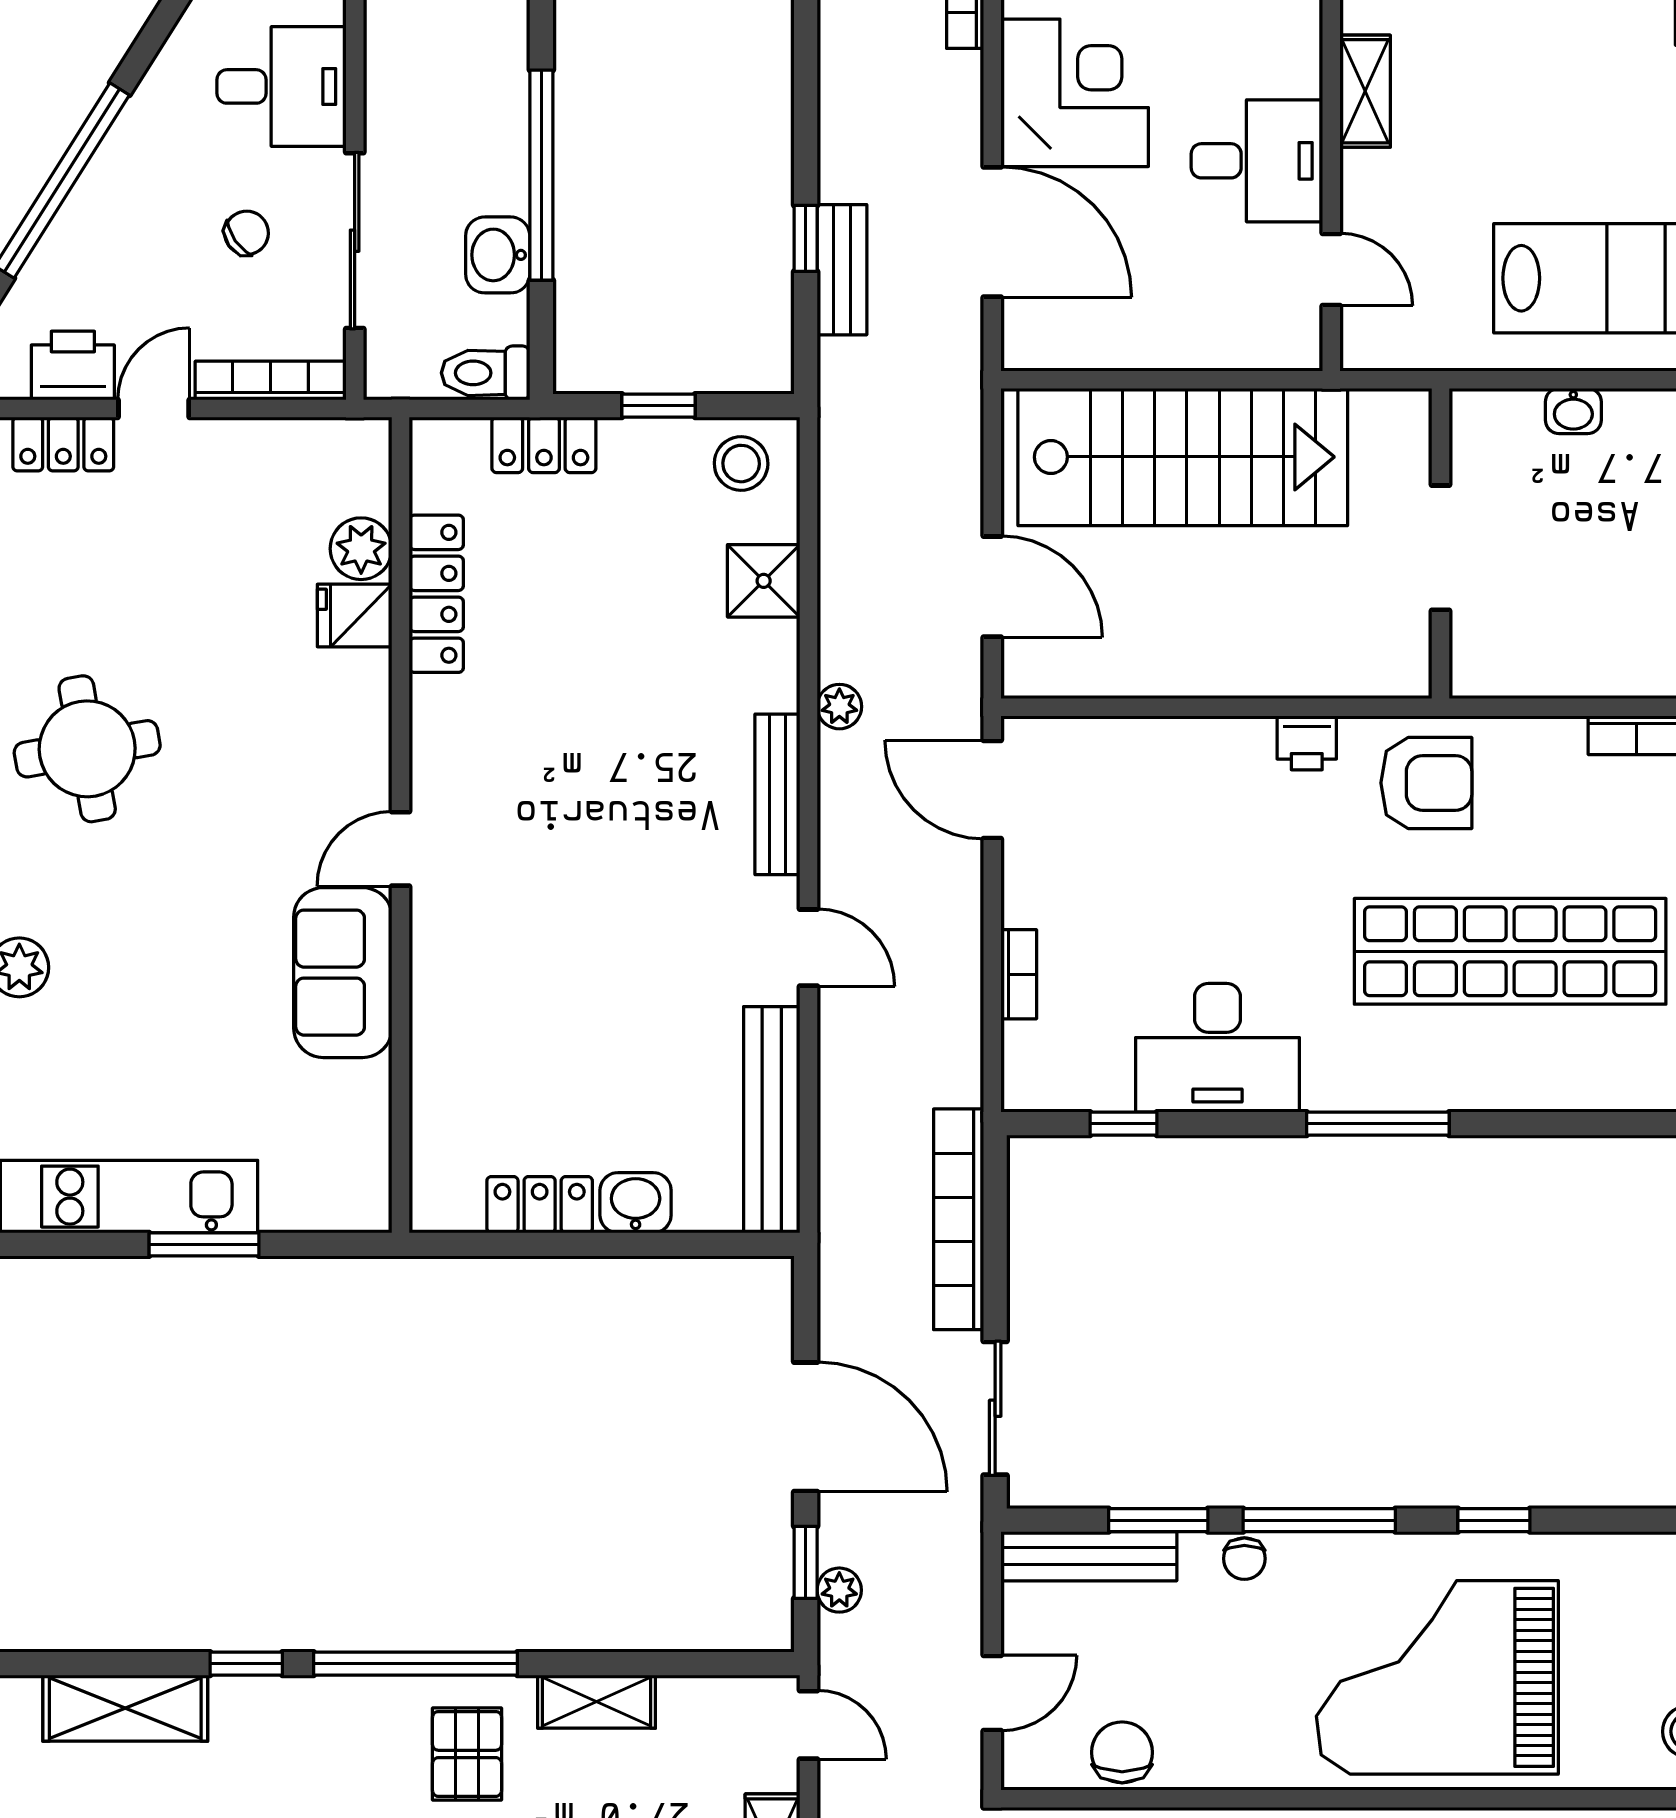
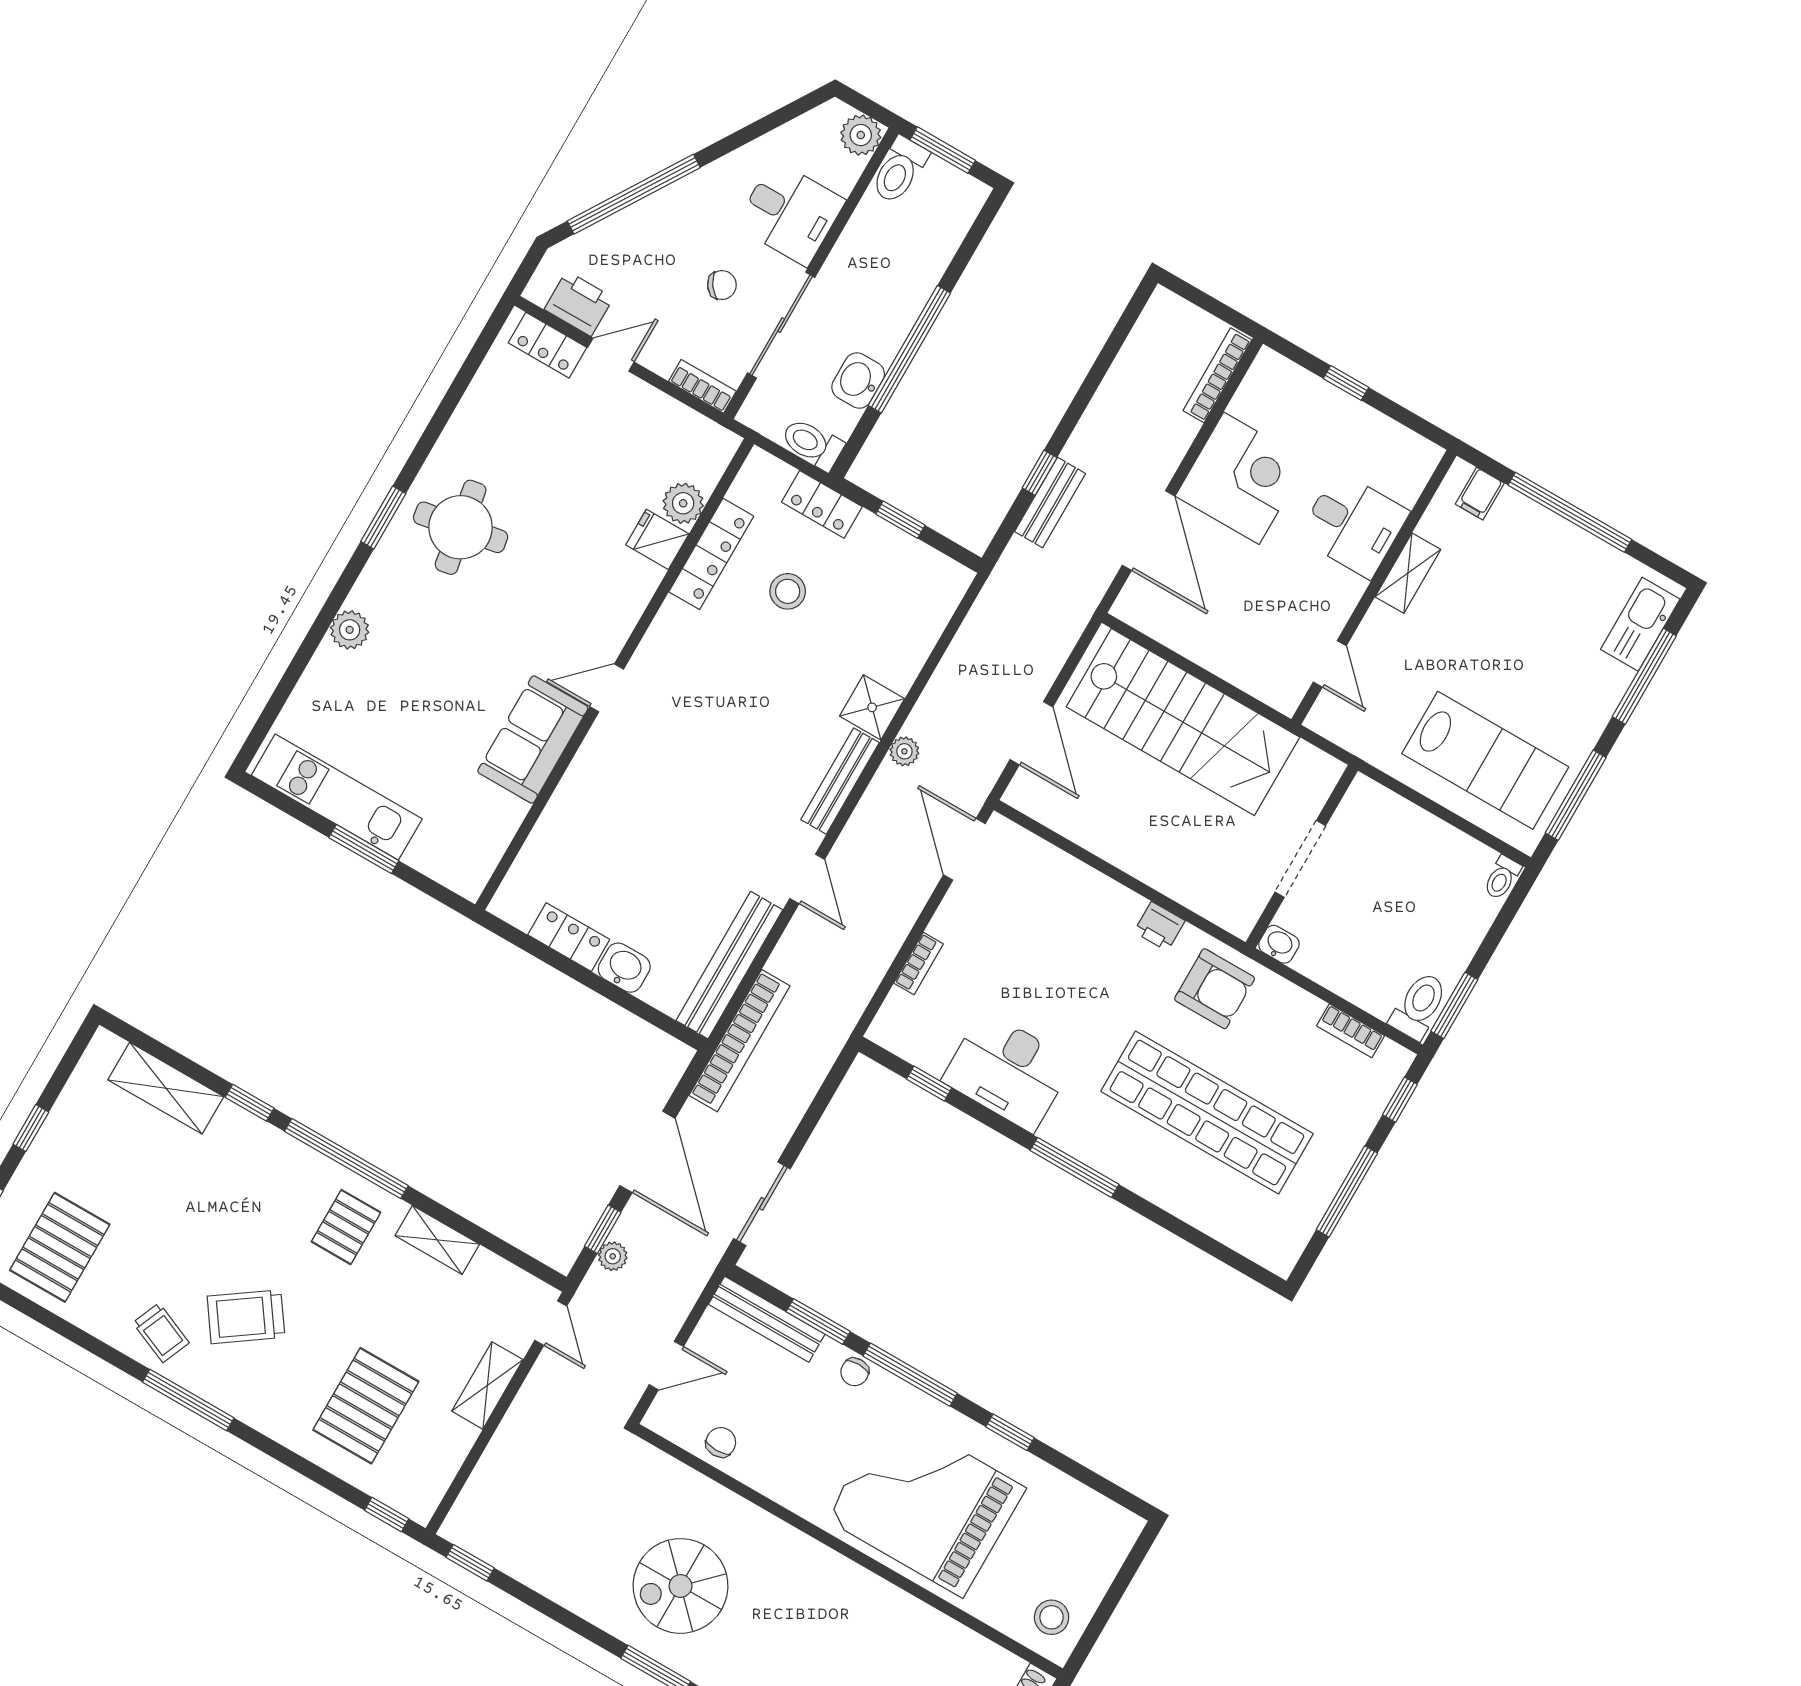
desk: (1257, 161) -> (1354, 525), moved
bookcase: (271, 380) -> (702, 386), width x0.64
washbasin: (1573, 411) -> (1279, 944), moved, turned 180
stool: (741, 464) -> (788, 591), moved
shower: (764, 581) -> (872, 707), moved
bookcase: (959, 1219) -> (739, 1041), moved, turned 180
chair: (1122, 1752) -> (721, 1442), width x0.73, depth x0.73

